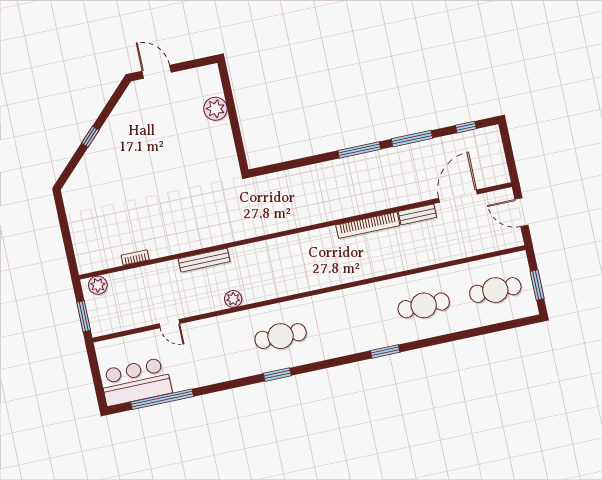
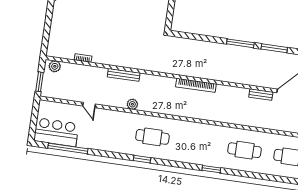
bookcase: (368, 225) -> (196, 85), moved

